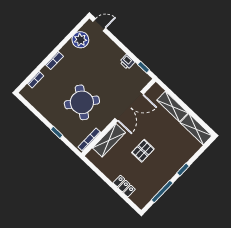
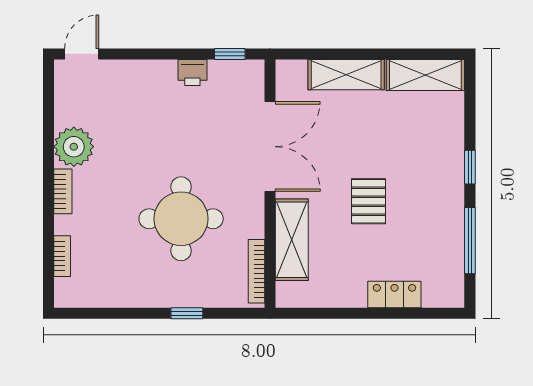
plant: (80, 40) -> (74, 147), moved
round table: (82, 102) -> (181, 219), turned -37

